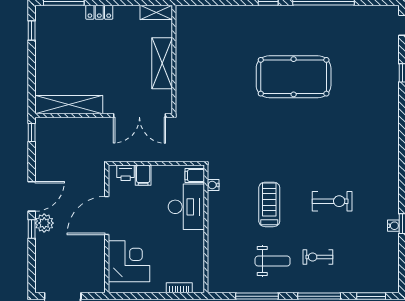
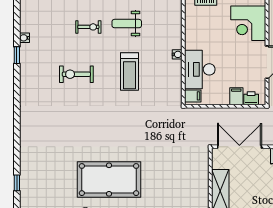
water cooler: (213, 185) -> (177, 54), moved
water cooler: (393, 226) -> (24, 38), moved

